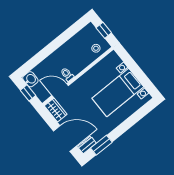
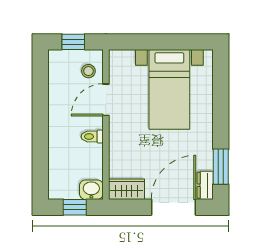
washbasin: (30, 79) -> (91, 190), moved
door: (60, 91) -> (106, 100), moved

